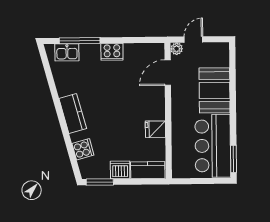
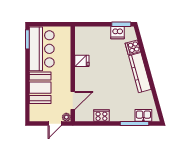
cooker: (112, 52) -> (101, 116), moved
kitchen counter: (73, 113) -> (140, 73), width x1.50
dishwasher: (120, 170) -> (118, 33), moved
kitchen counter: (148, 170) -> (88, 32), removed

